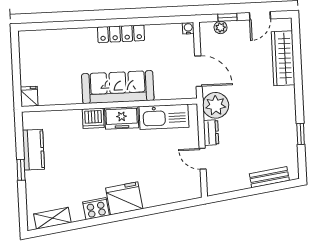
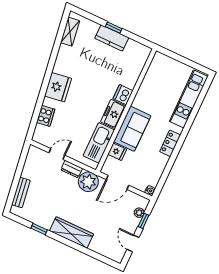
locker: (121, 34) -> (170, 143), width x0.66
kitchen unit: (58, 39) -> (189, 99), added
wardrobe: (283, 58) -> (72, 233), moved
sofa: (118, 87) -> (132, 129), width x0.73
fridge: (29, 96) -> (117, 152), moved
kitchen counter: (33, 150) -> (112, 38), moved
cooker: (96, 209) -> (46, 116), moved

